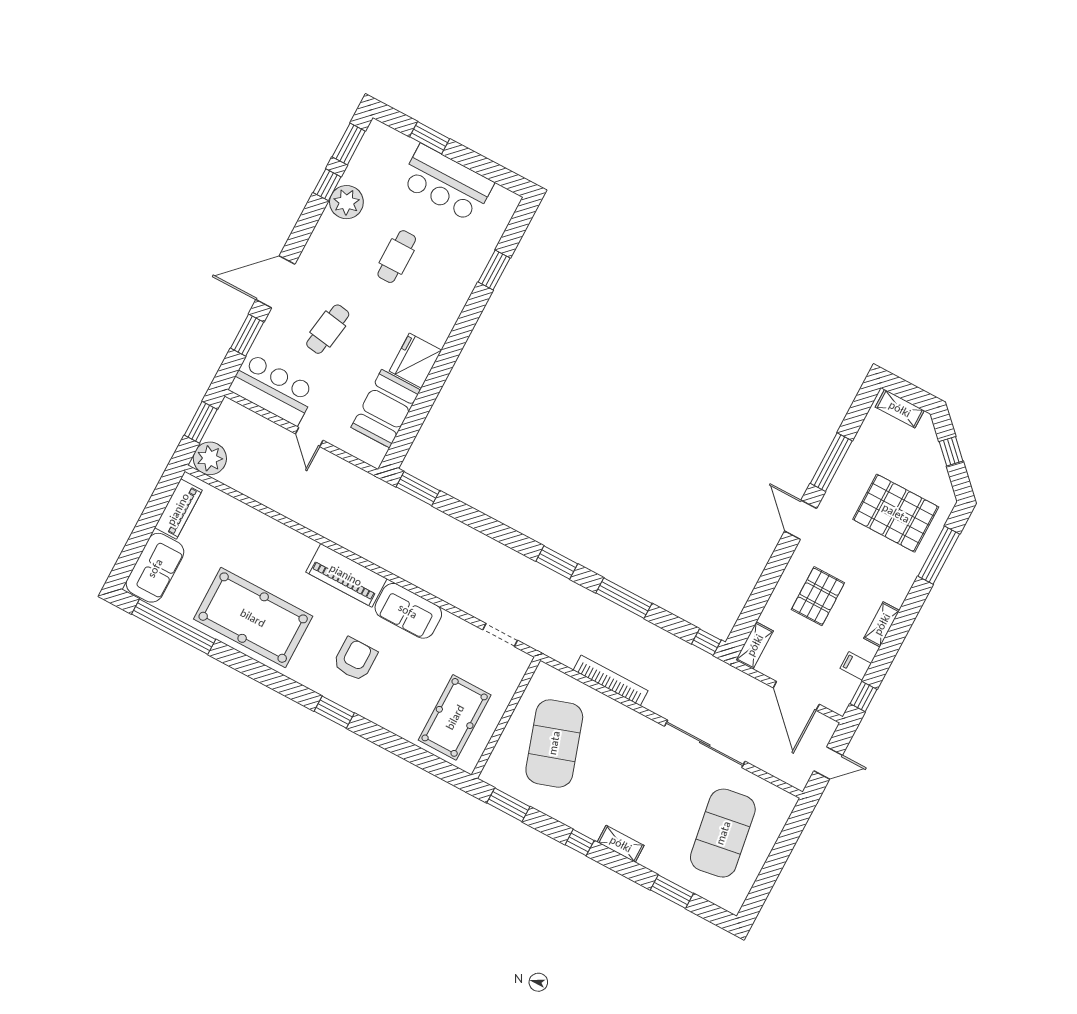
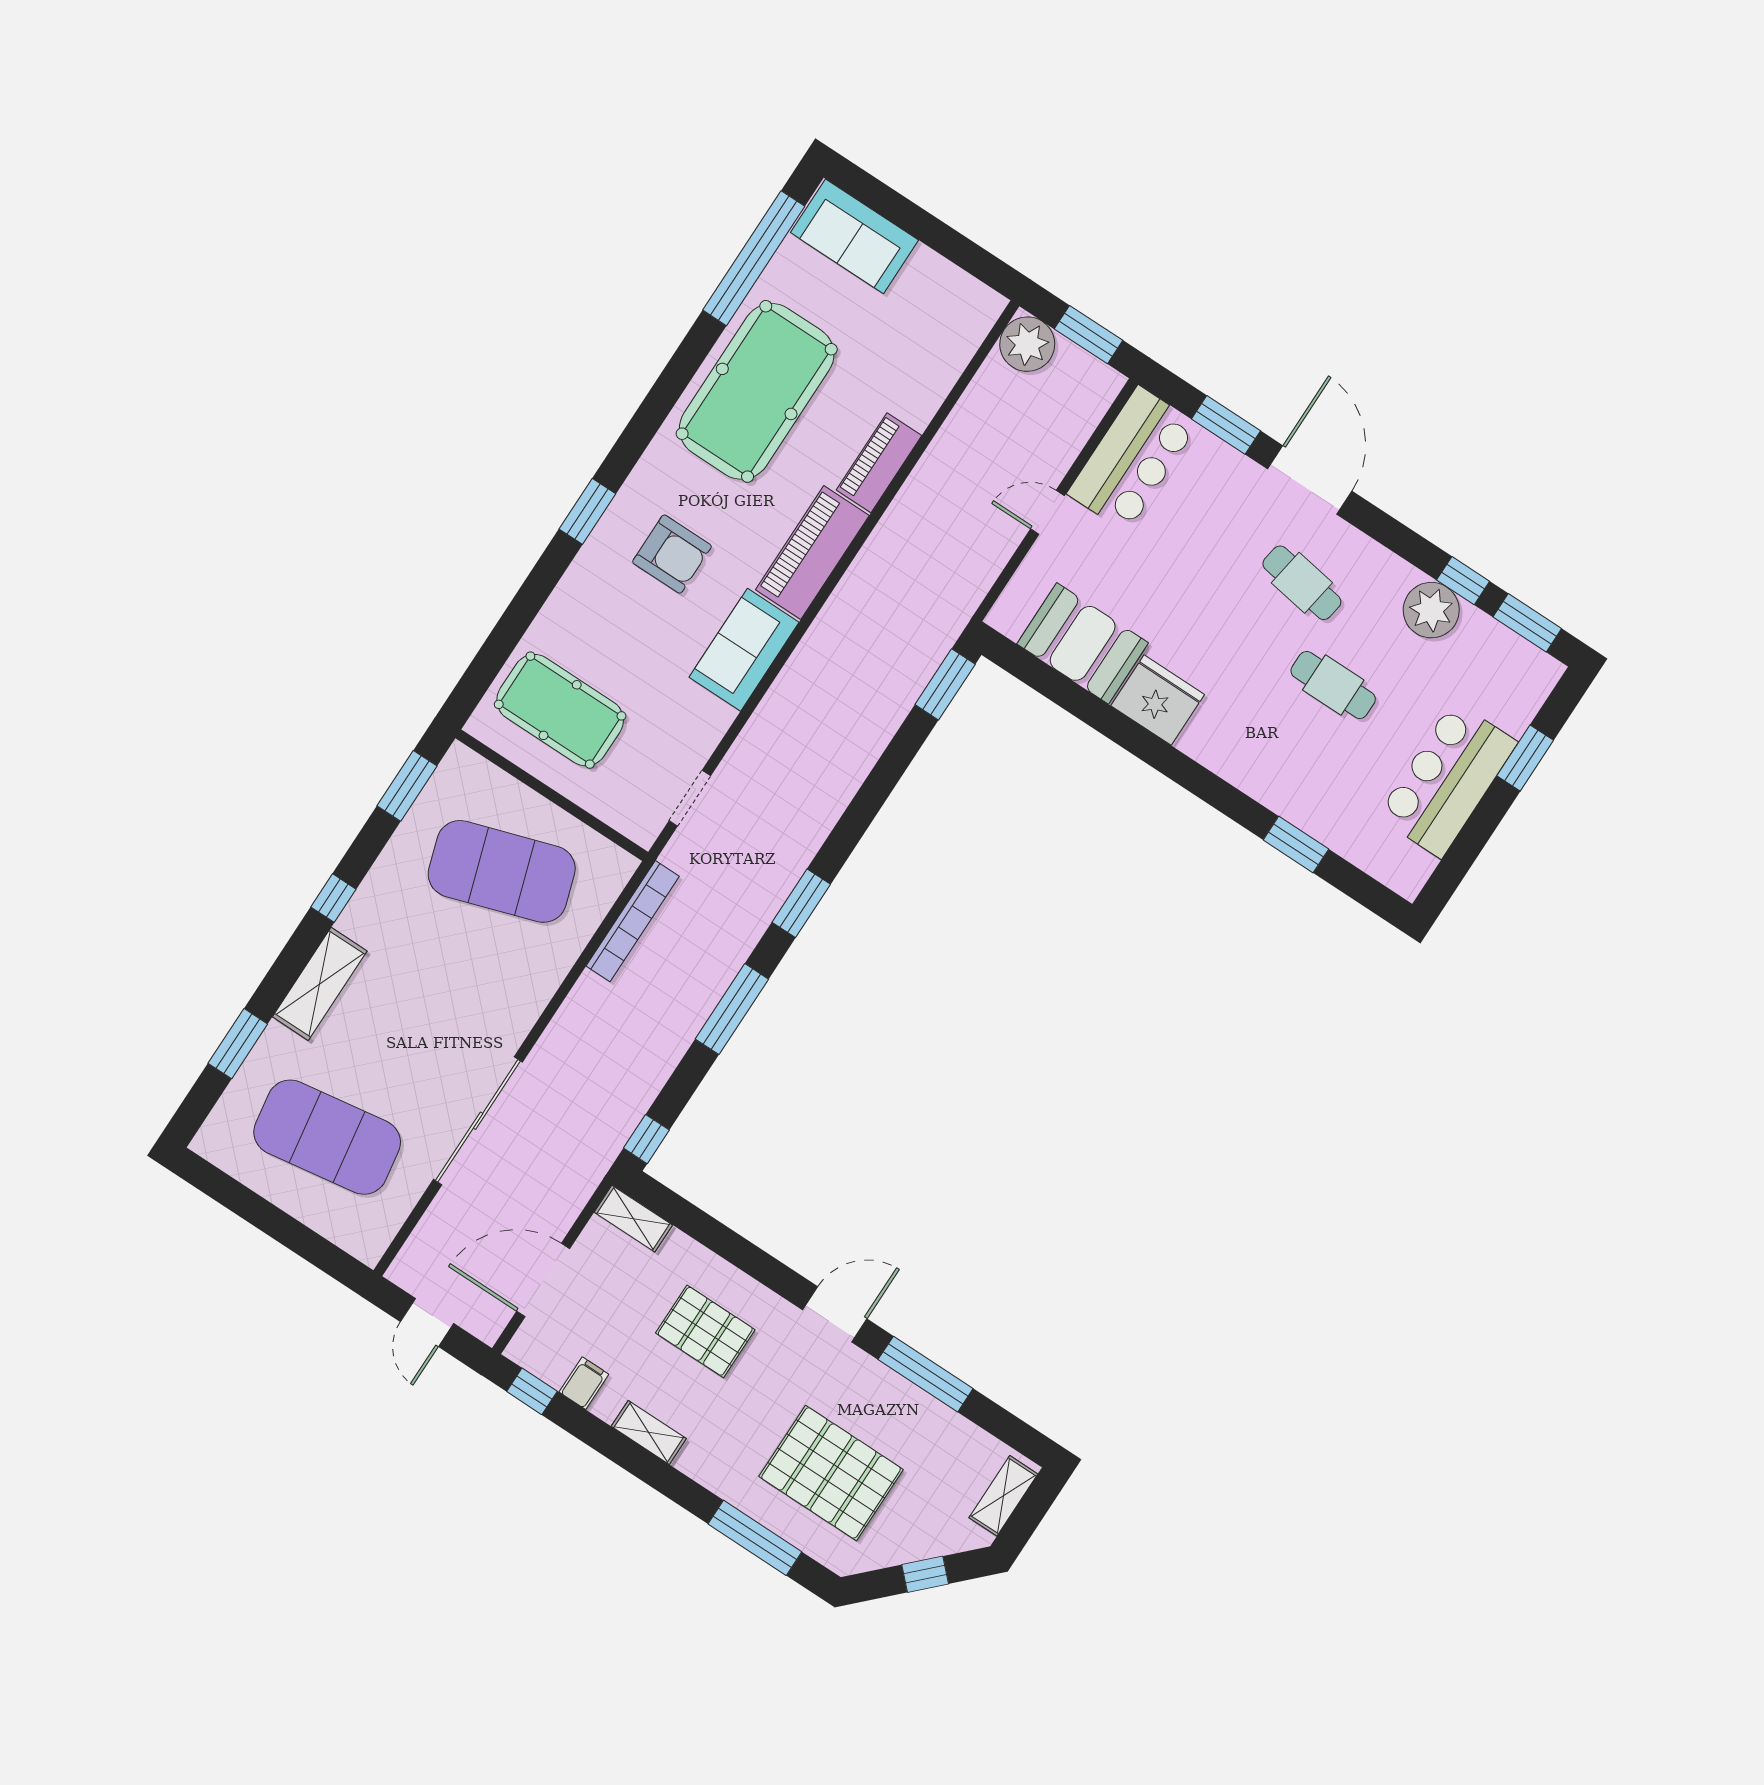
cafe table: (328, 329) -> (1302, 583), moved
piano: (178, 509) -> (879, 463), moved, turned 90
pallet: (896, 513) -> (831, 1473), turned 90
bookcase: (611, 680) -> (633, 921), moved
shelving: (621, 844) -> (320, 984), width x1.50, depth x1.33

